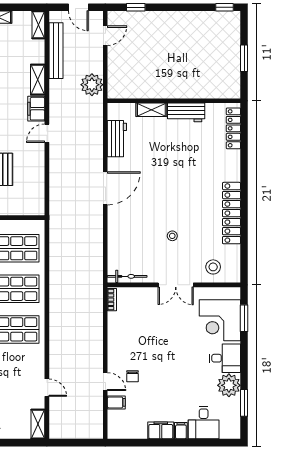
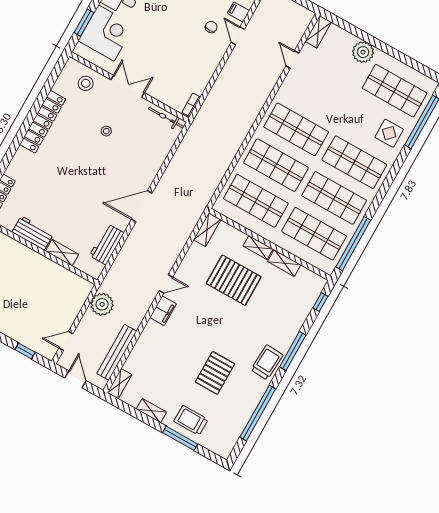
shelving: (38, 80) -> (207, 230), moved

